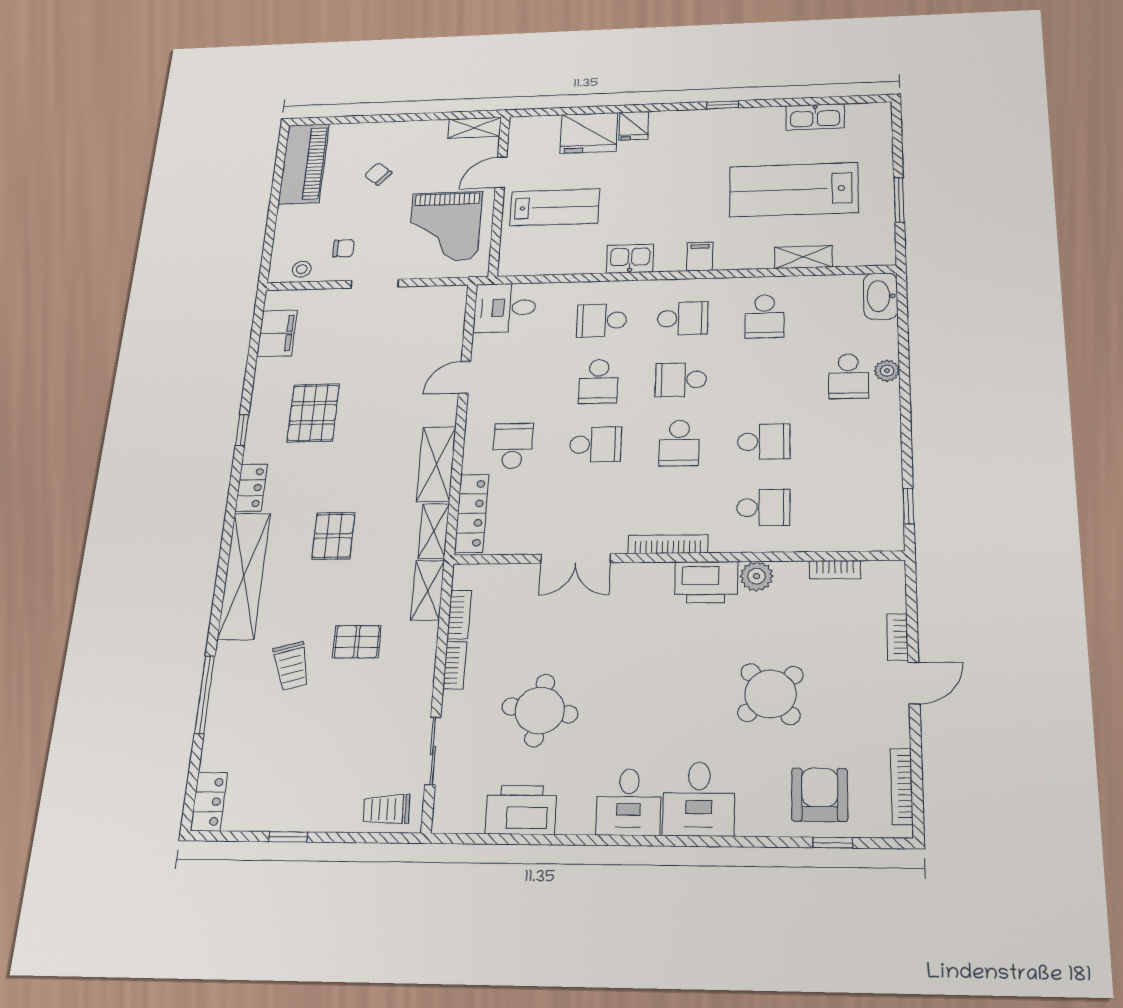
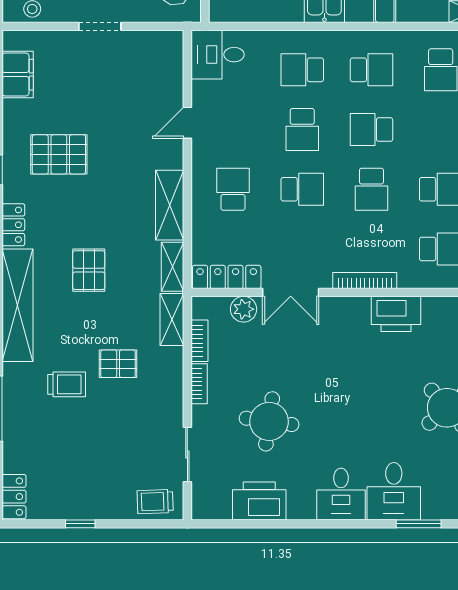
pallet: (313, 413) -> (59, 154), turned 90
locker: (472, 513) -> (227, 277), moved, turned -90
plant: (757, 576) -> (244, 309), moved
trolley: (291, 666) -> (67, 384), turned -75
window: (731, 842) -> (419, 524), added

